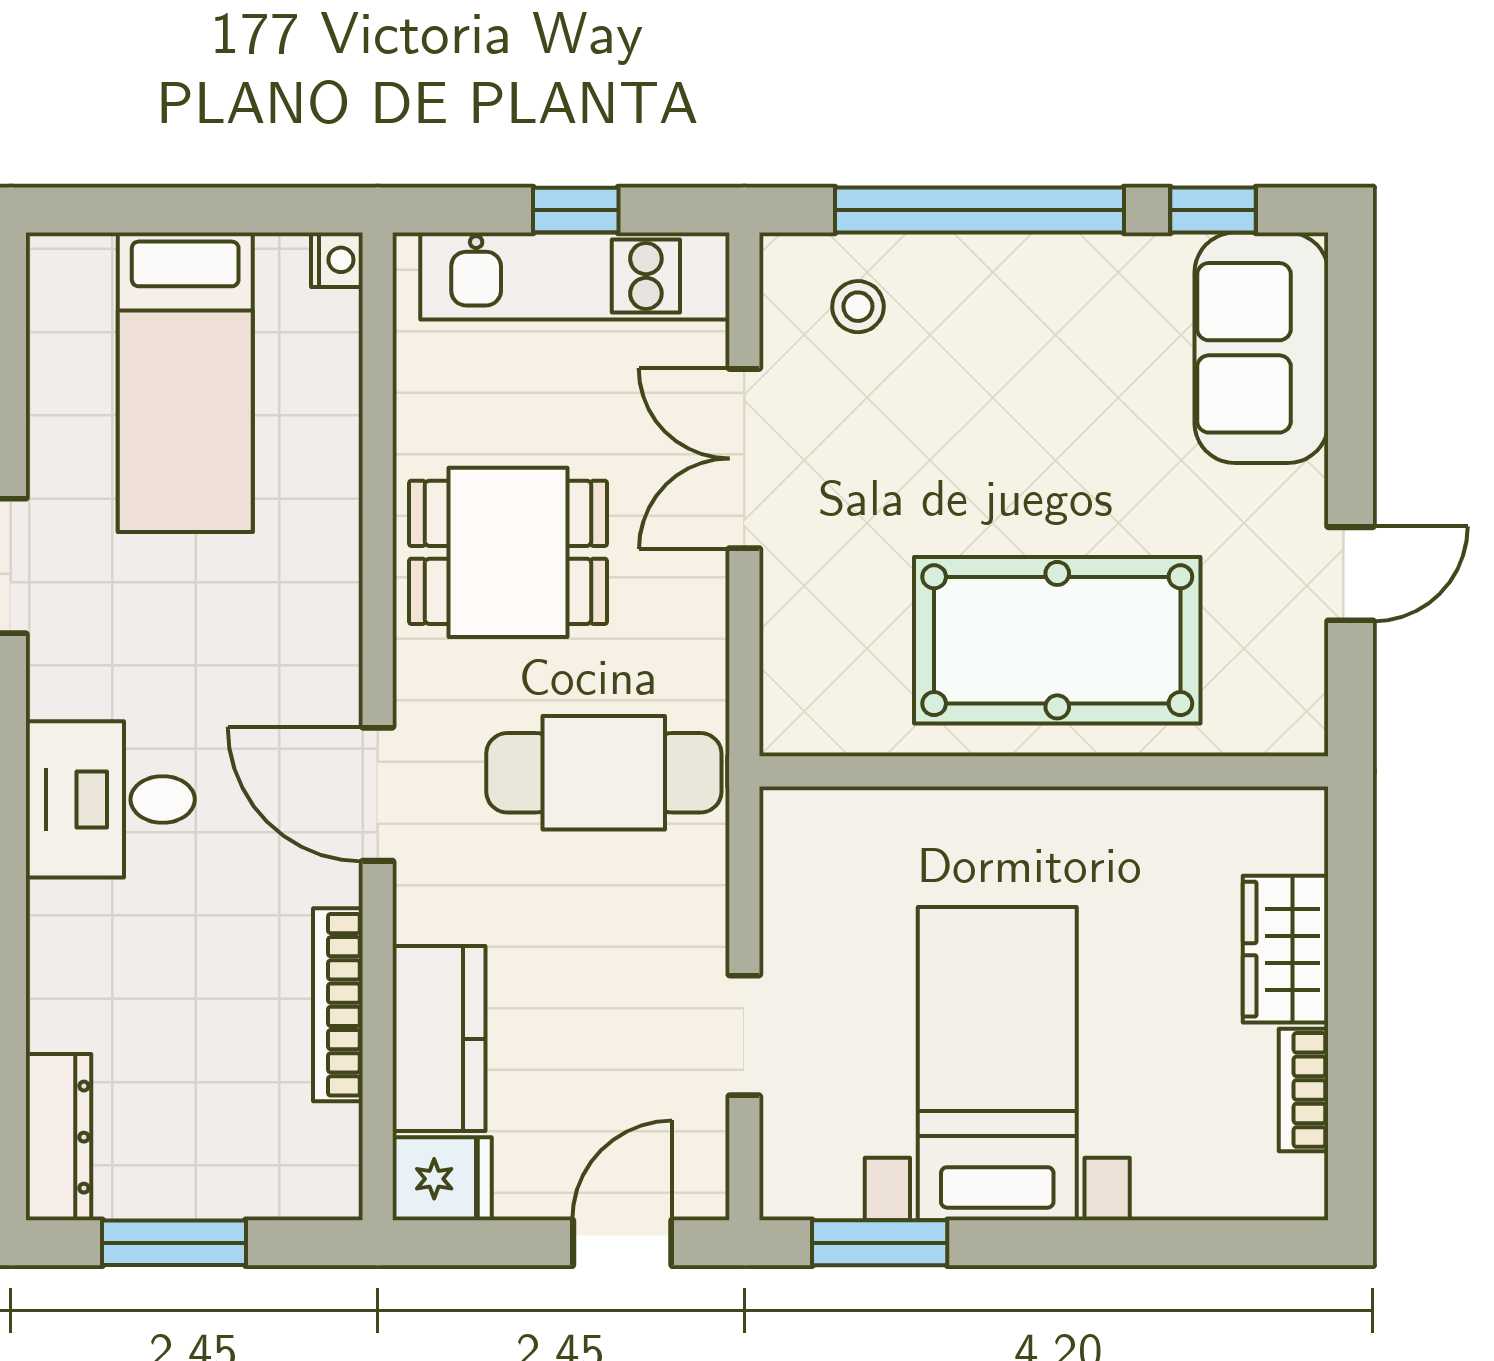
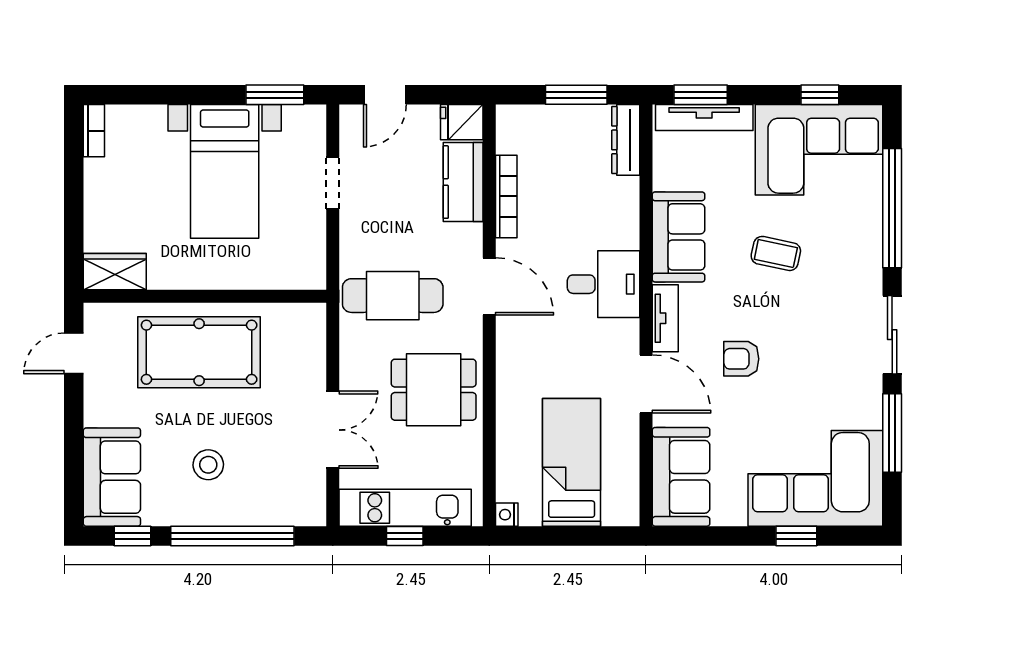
stool: (858, 307) -> (208, 465), moved, width x1.37, depth x1.37
door: (1351, 574) -> (74, 353), moved
wardrobe: (1285, 949) -> (115, 272), moved, turned -90
bookcase: (1304, 1090) -> (94, 131), moved

